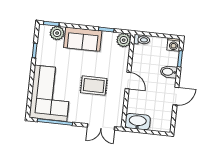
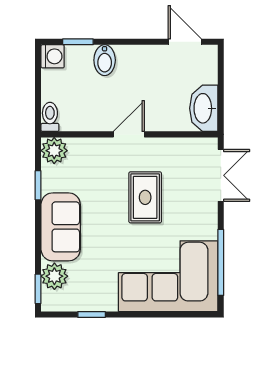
door: (176, 96) -> (185, 42), moved

